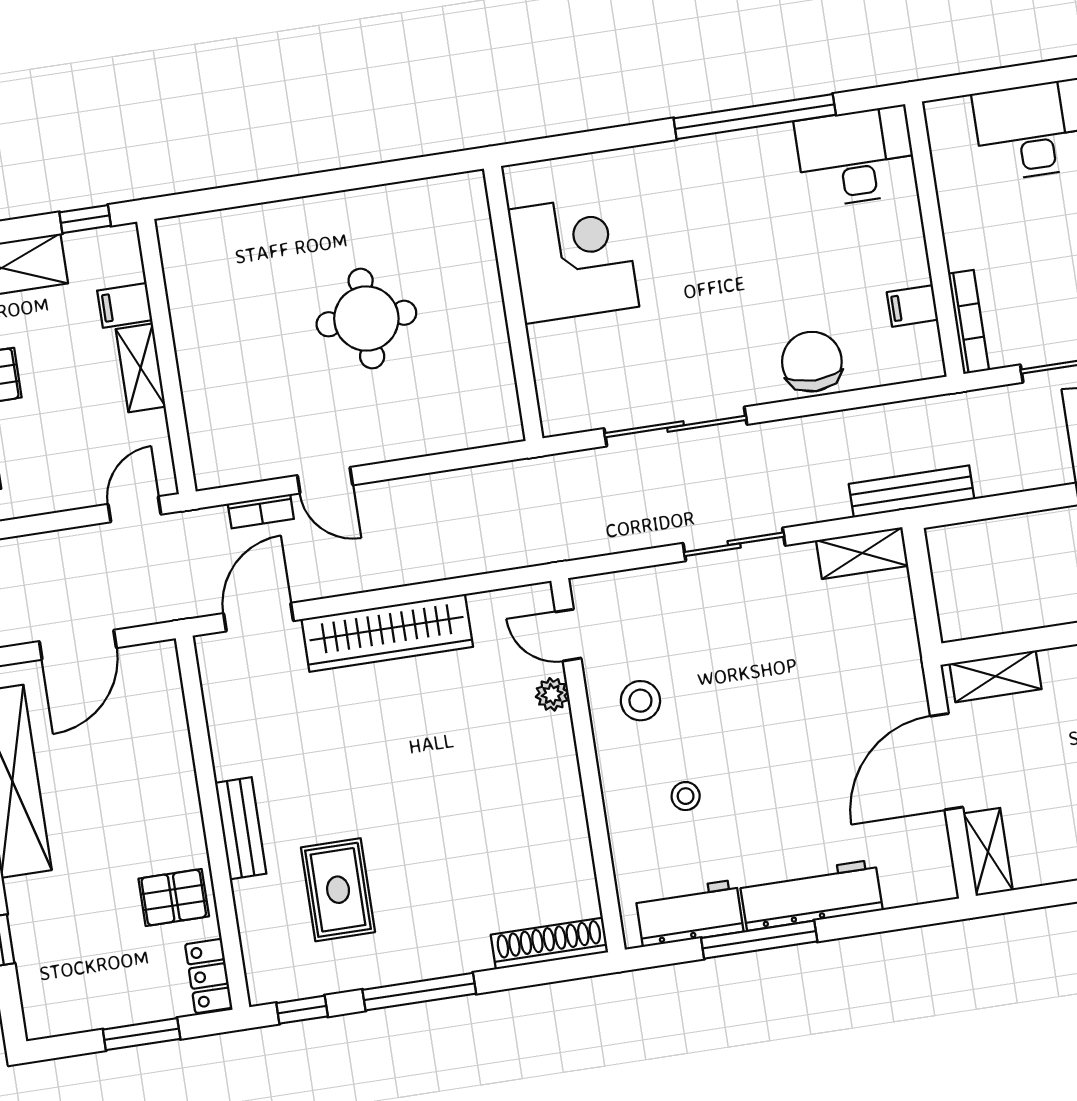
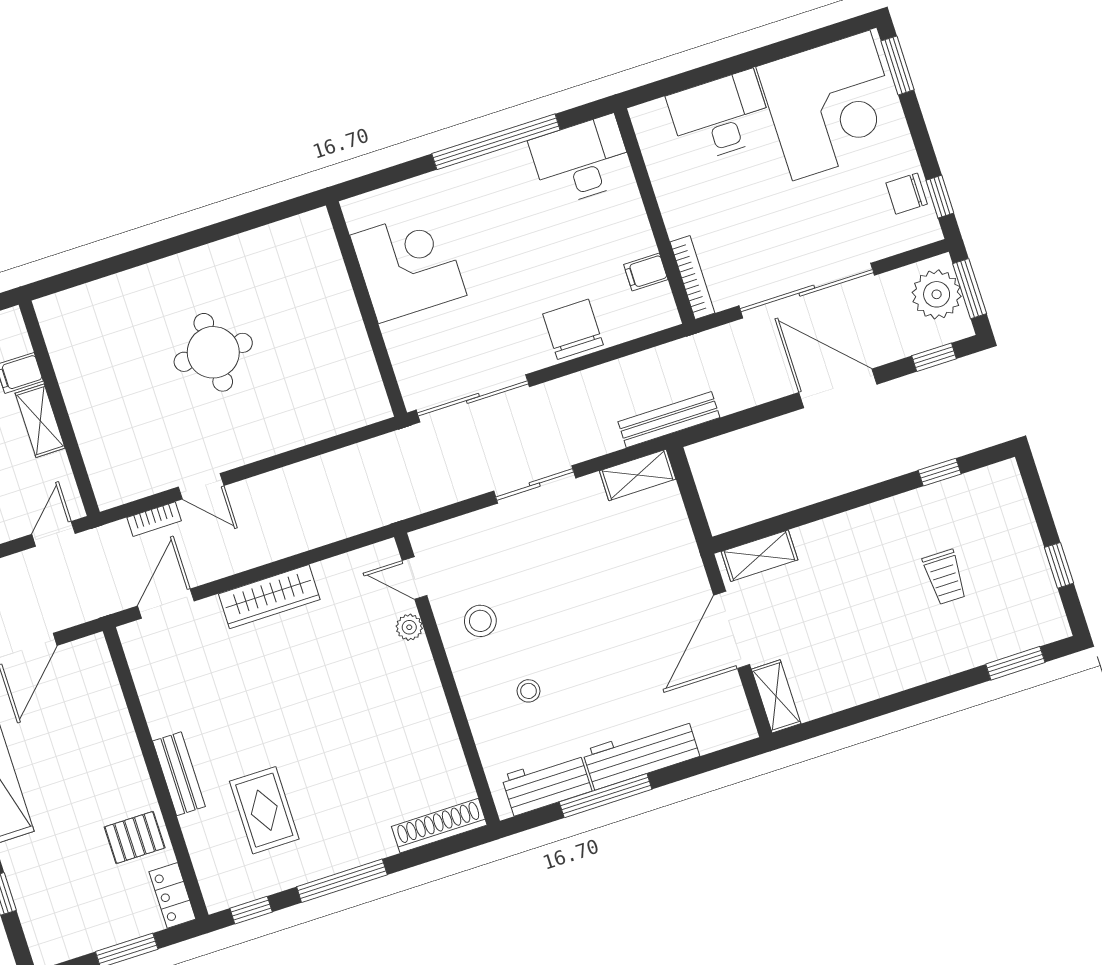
corner desk: (573, 258) -> (408, 265), moved
wall: (513, 304) -> (366, 309), moved
wardrobe: (387, 633) -> (269, 597), width x0.71, depth x0.85

